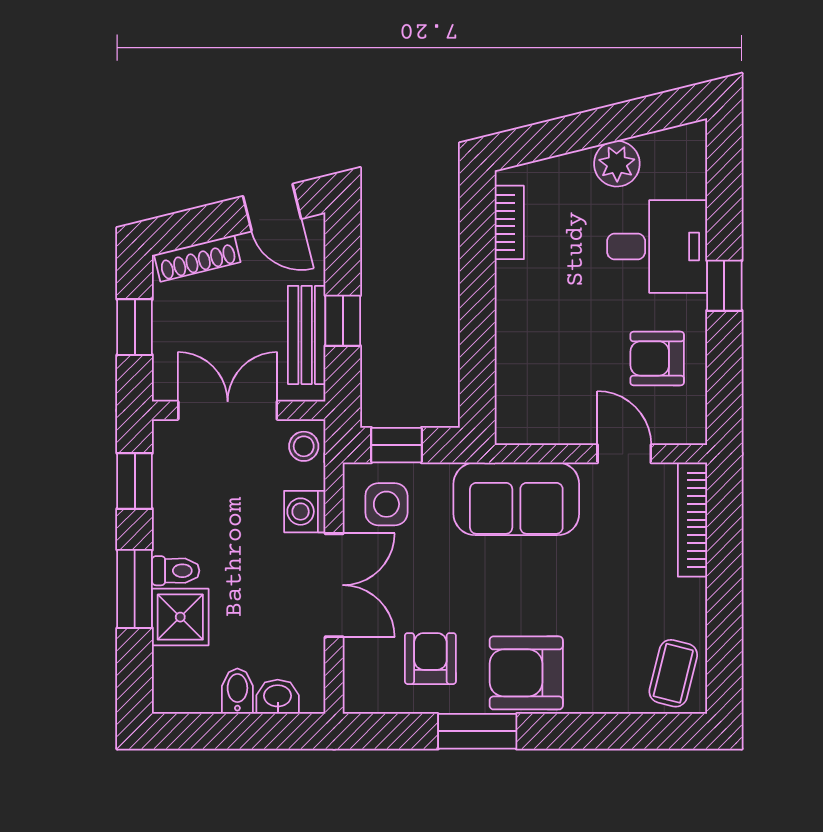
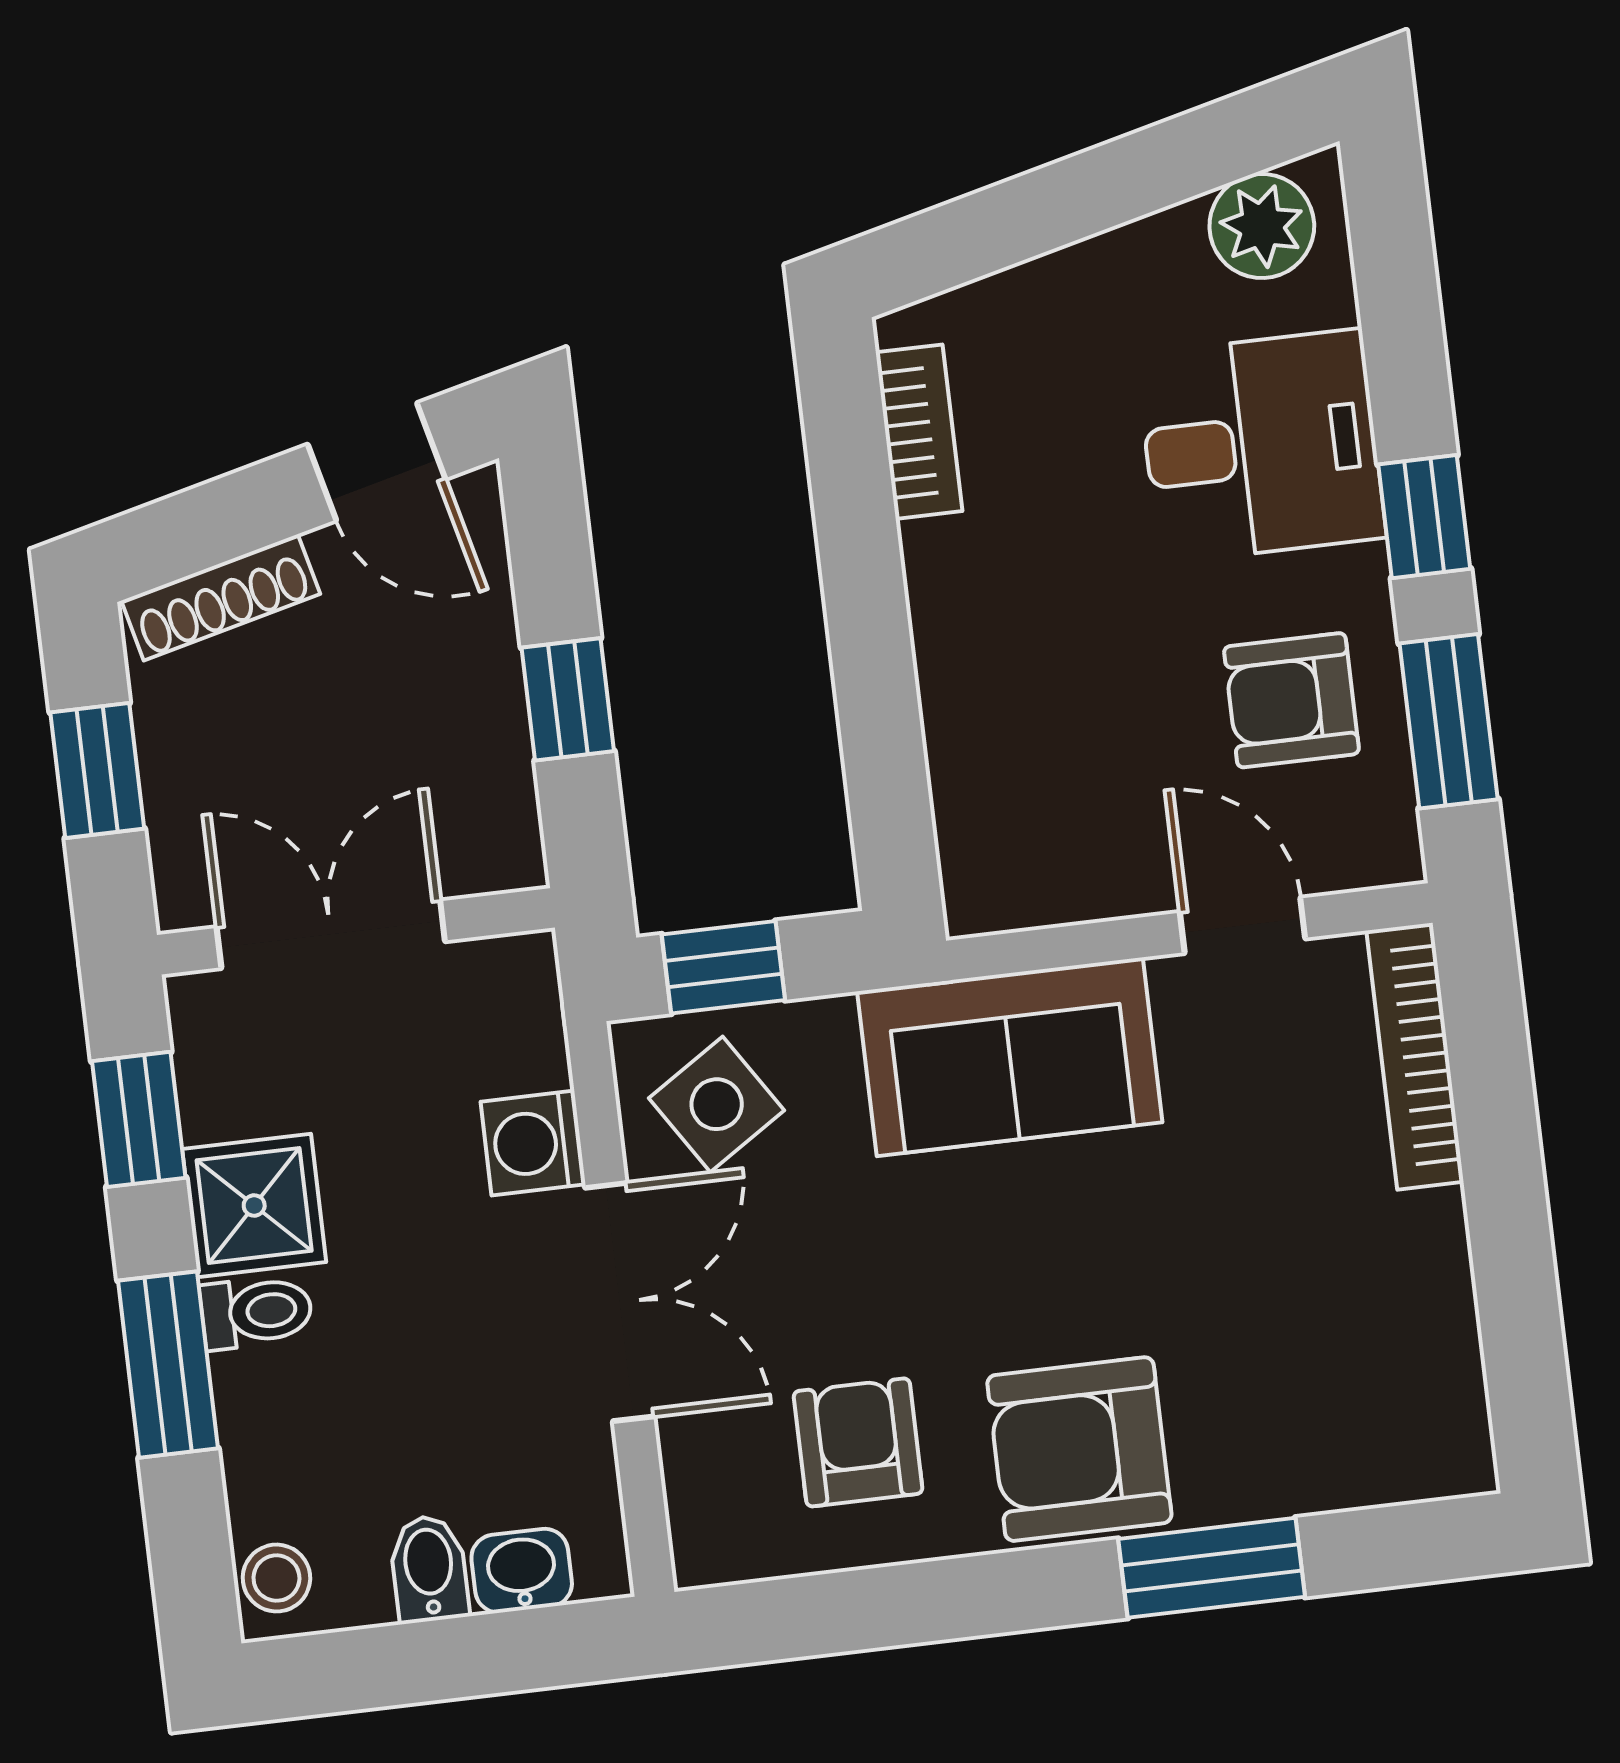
plant: (617, 164) -> (1262, 226), moved
bench: (307, 335) -> (490, 742), removed
window: (724, 376) -> (1449, 721), added
stool: (304, 446) -> (276, 1578), moved
side table: (386, 504) -> (717, 1104), turned -33
shower: (180, 617) -> (254, 1206), moved
coffee table: (673, 673) -> (1413, 1410), removed
window: (477, 731) -> (1212, 1568), moved

